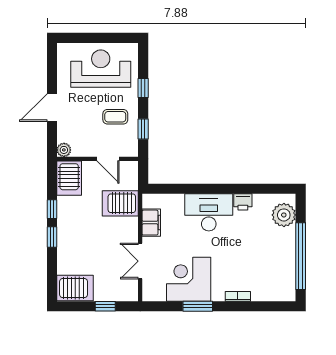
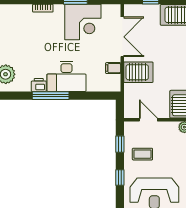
window: (228, 189) -> (51, 96), added
server rack: (120, 203) -> (138, 72), moved
filing cabinet: (151, 223) -> (113, 68), width x0.50
double door: (140, 261) -> (122, 37), width x1.37

